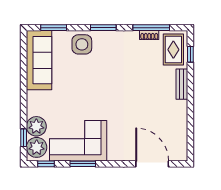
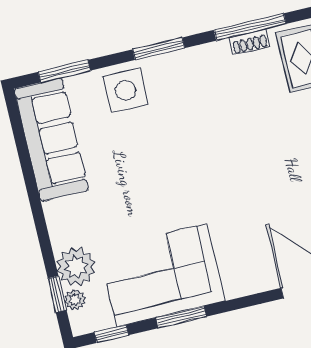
plant: (37, 147) -> (75, 300), width x0.53, depth x0.53

